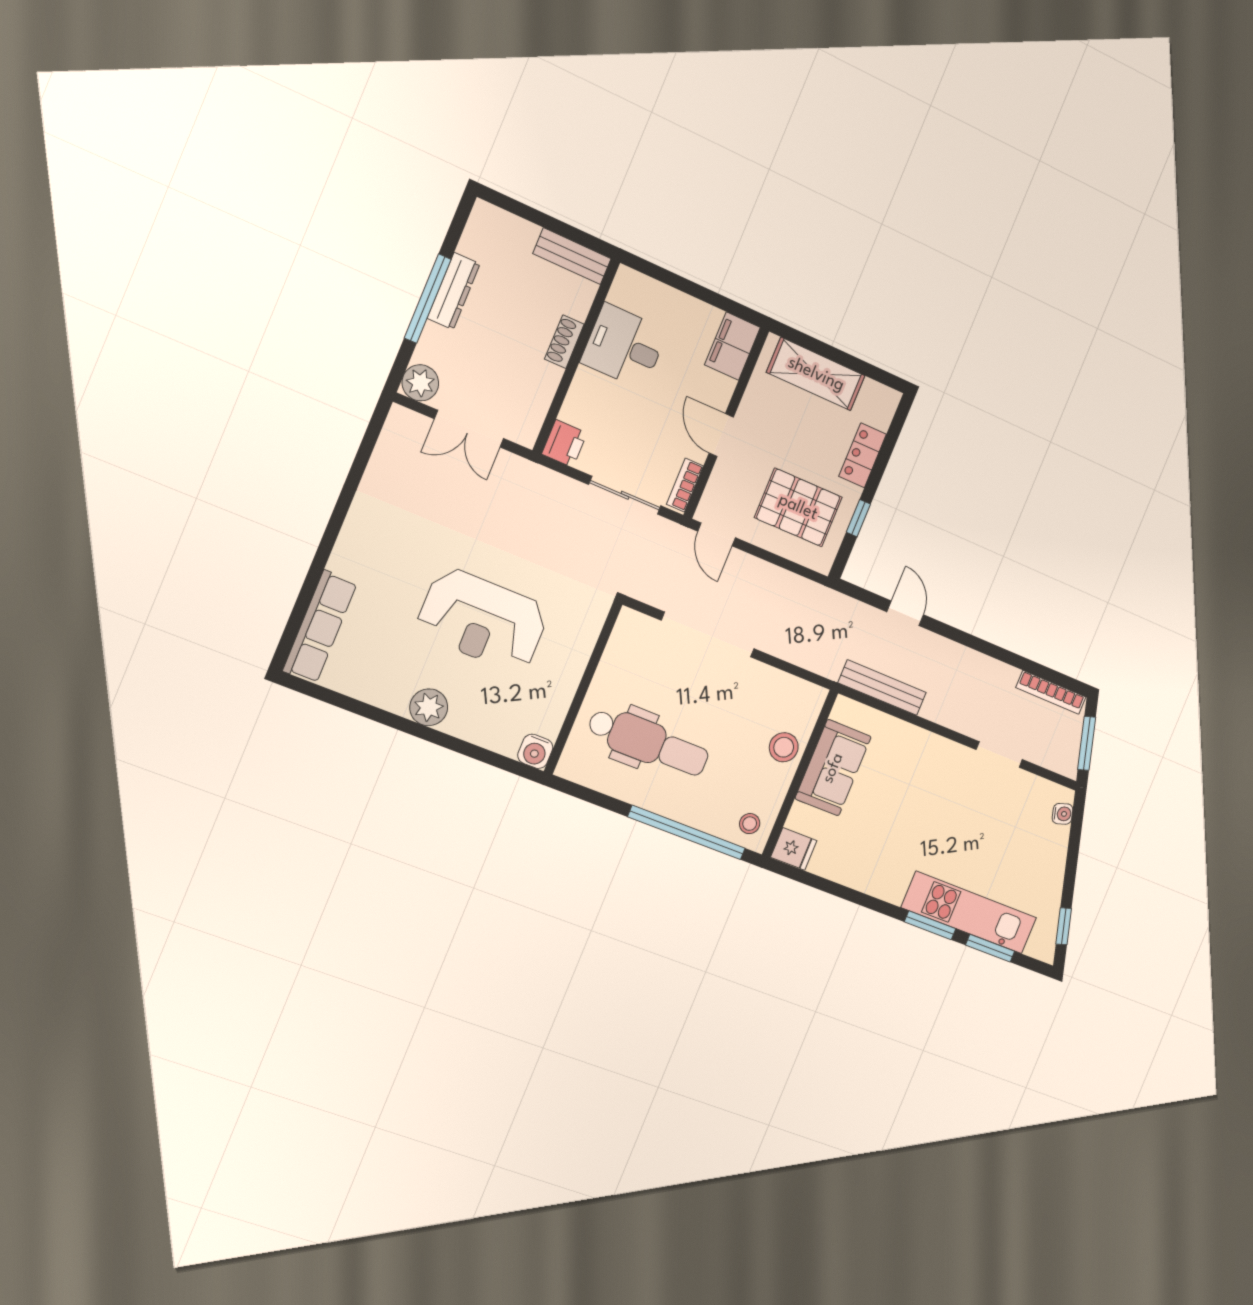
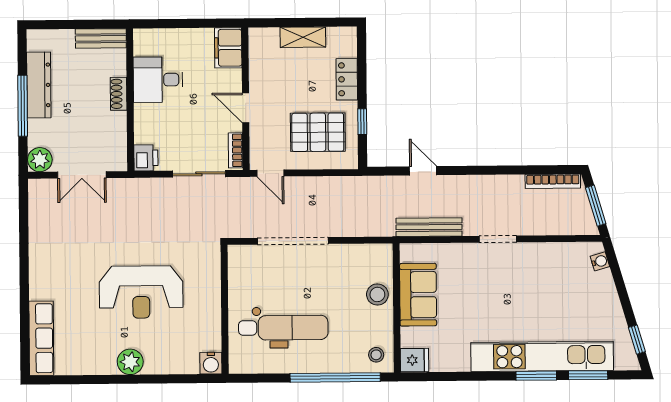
dresser: (454, 291) -> (39, 85), width x1.37, depth x1.24
shelving: (816, 374) -> (303, 37), width x0.67, depth x0.75
doorway: (999, 755) -> (498, 239), moved
kitchen unit: (969, 913) -> (542, 356), width x1.36

